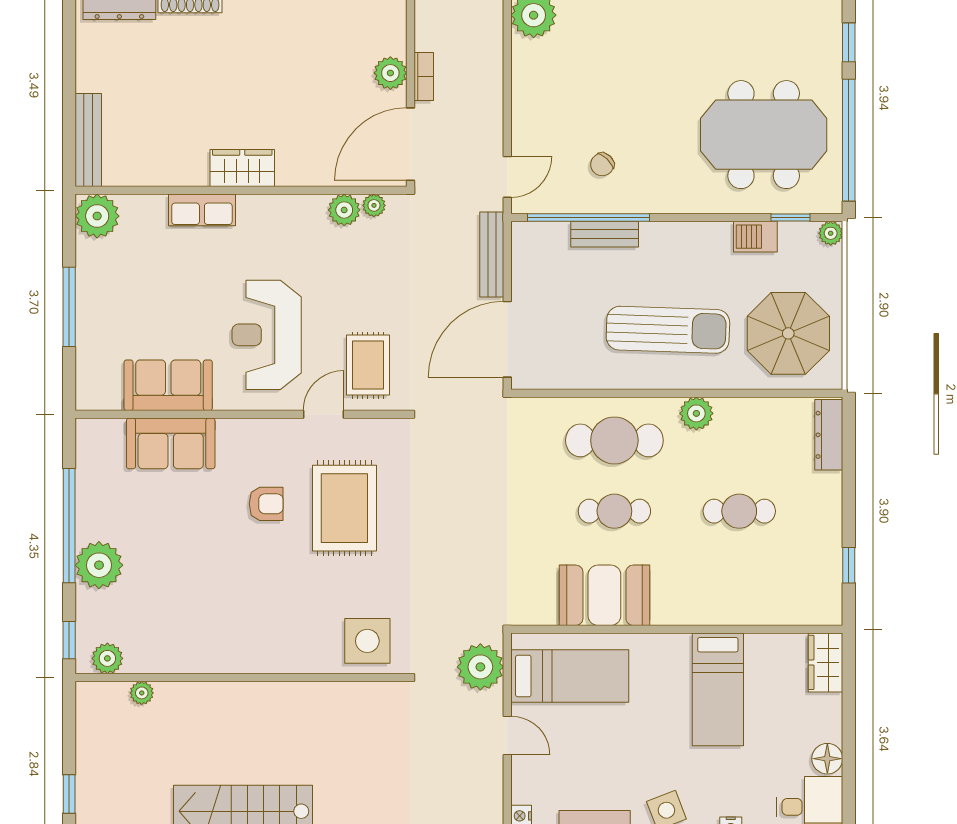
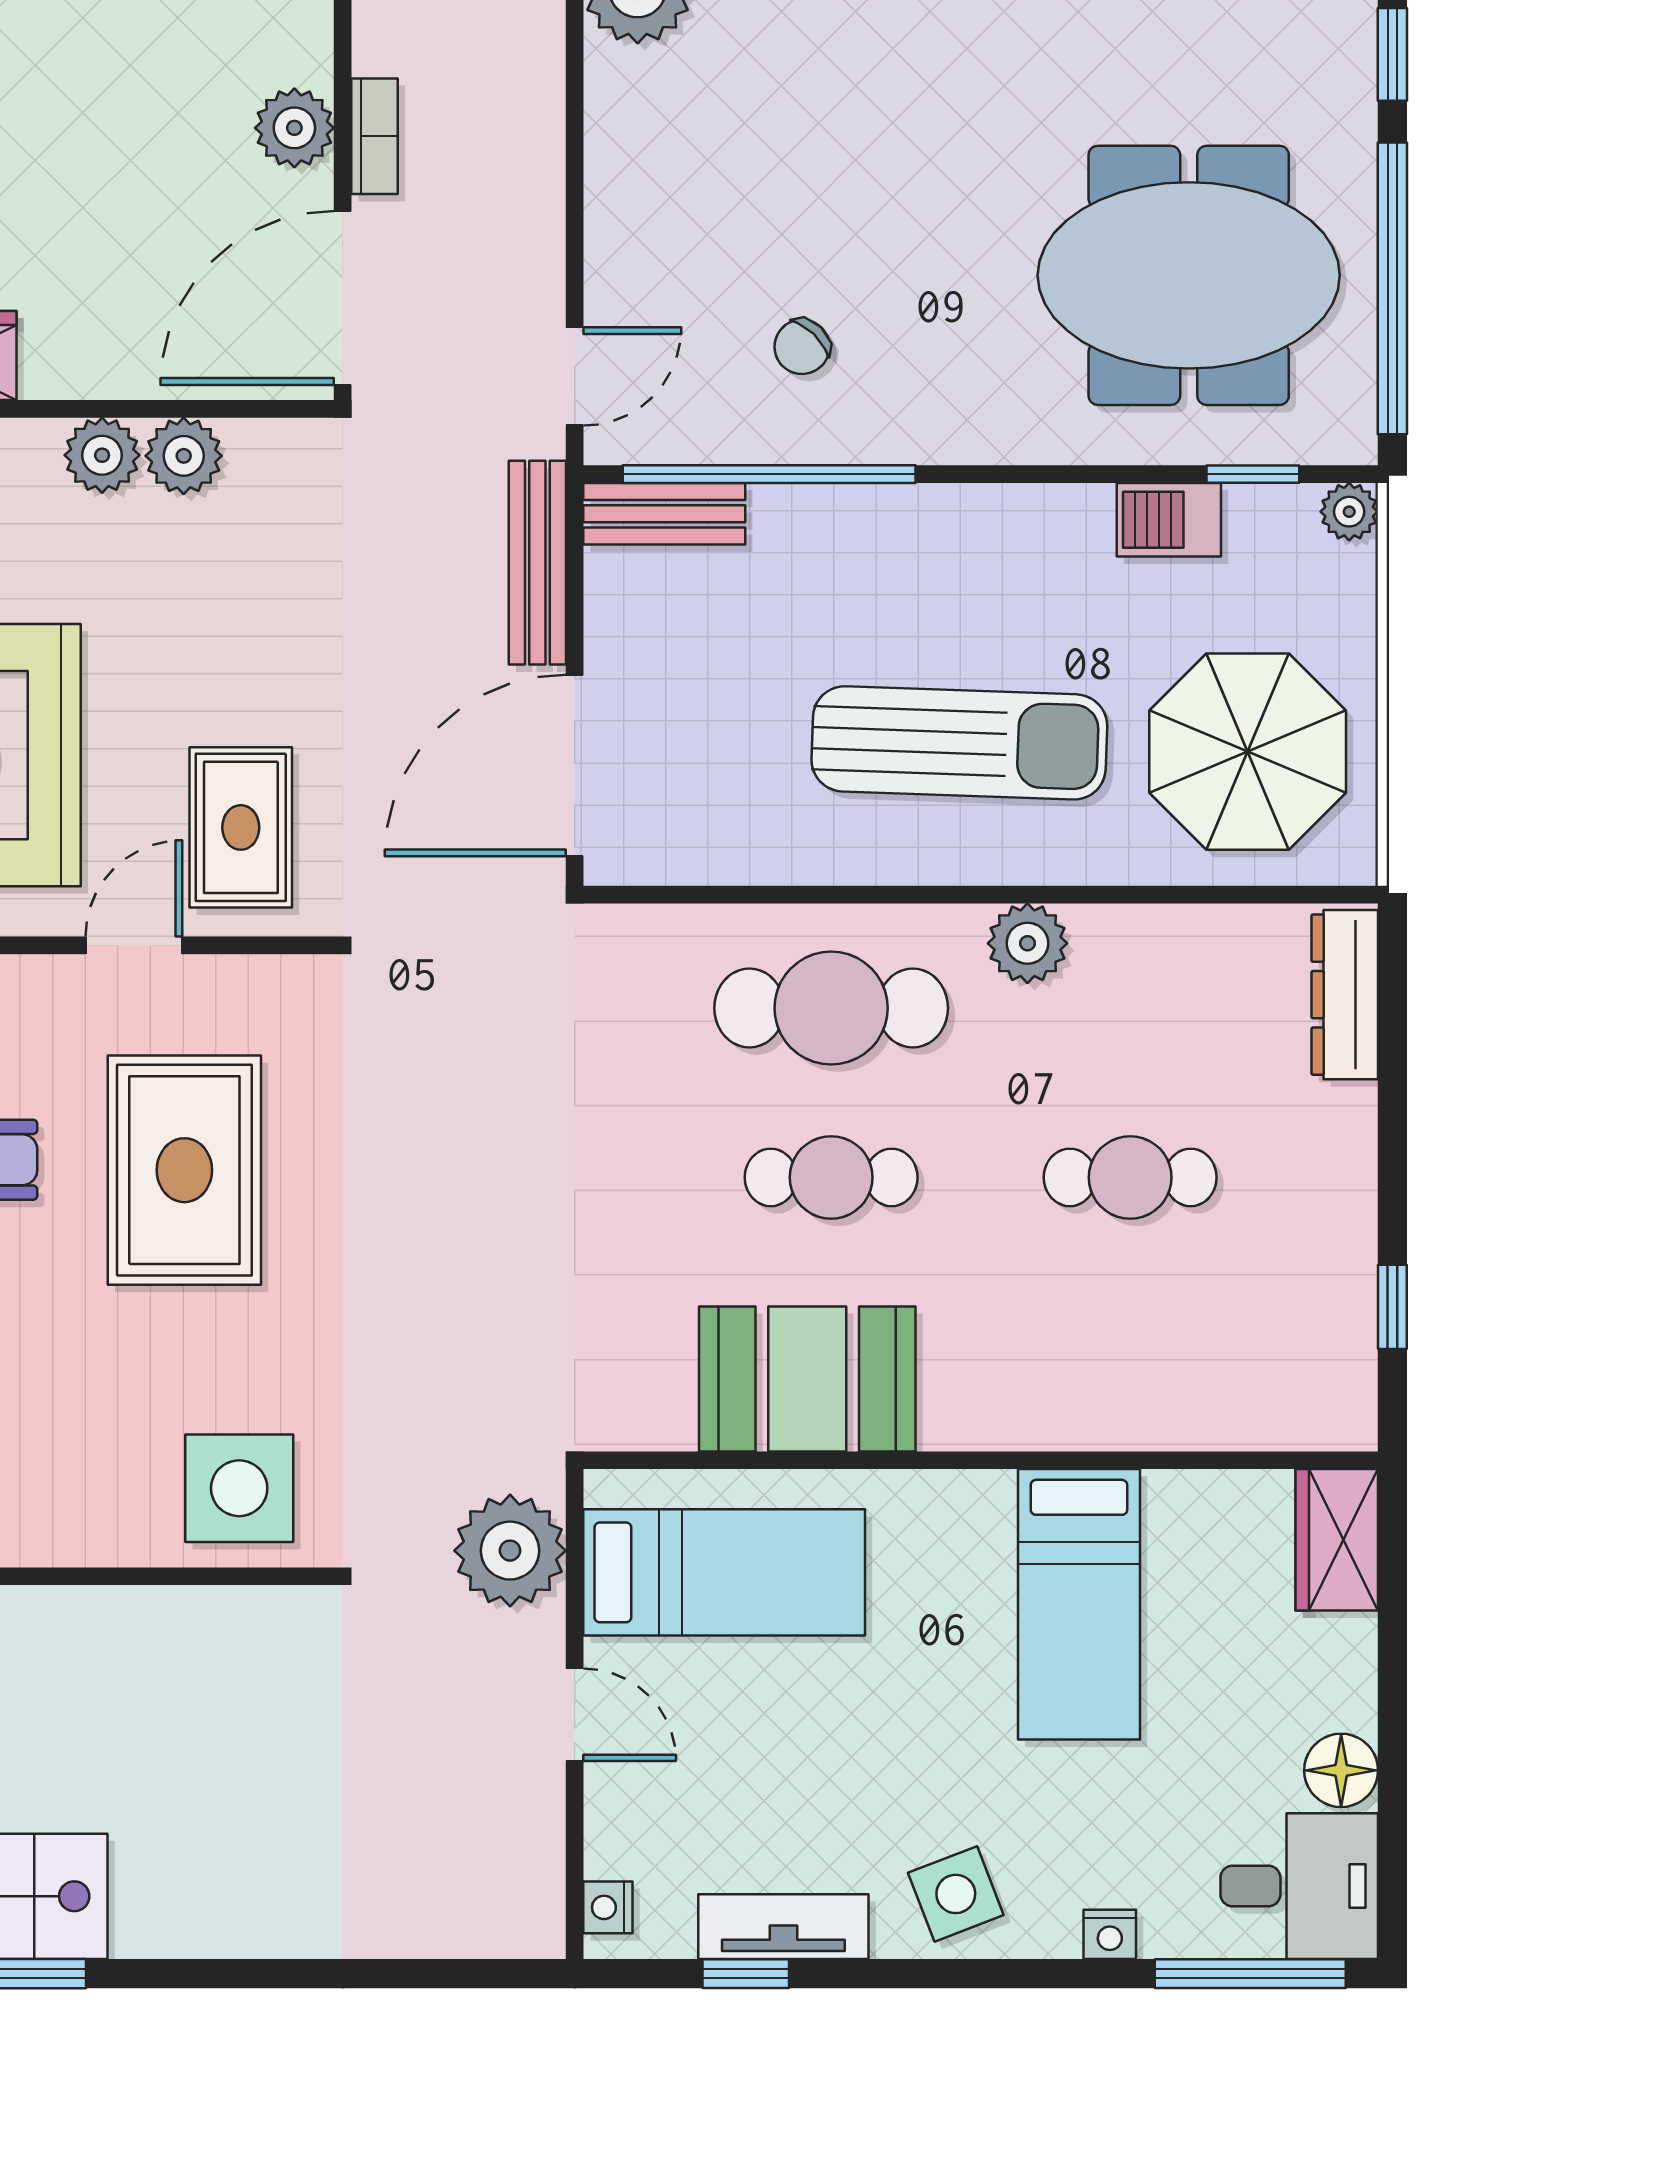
plant: (374, 205) -> (102, 455), moved, width x1.38, depth x1.38
bench: (605, 234) -> (664, 514), moved

